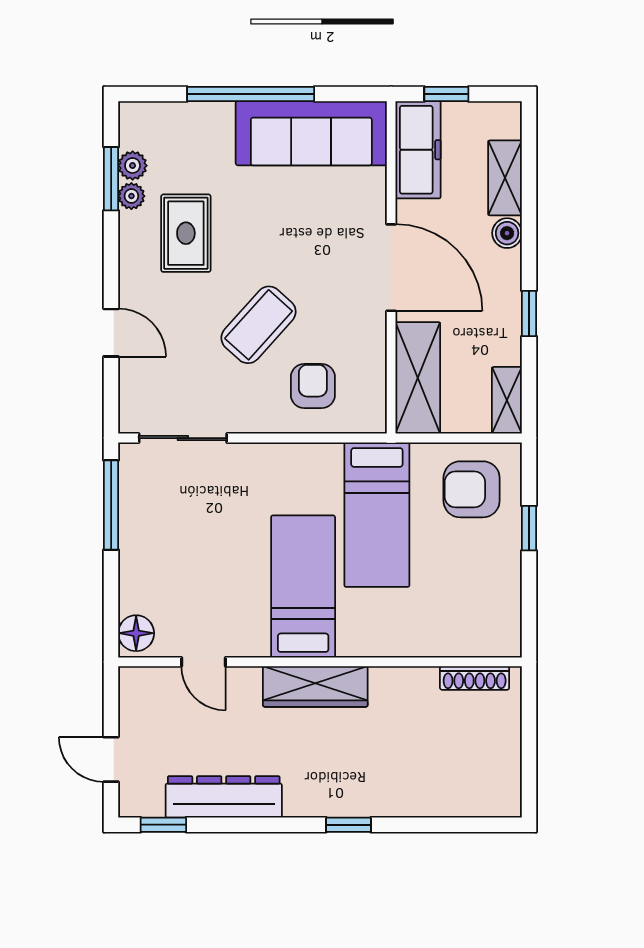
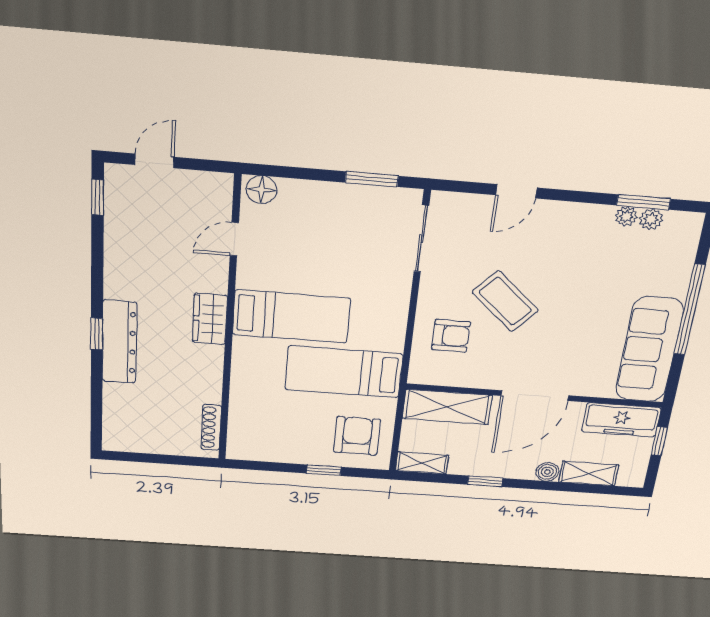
rug: (186, 233) -> (588, 255), removed
window: (111, 505) -> (372, 179), width x0.69
wardrobe: (315, 686) -> (210, 319), width x0.67
dresser: (224, 797) -> (119, 342), moved

